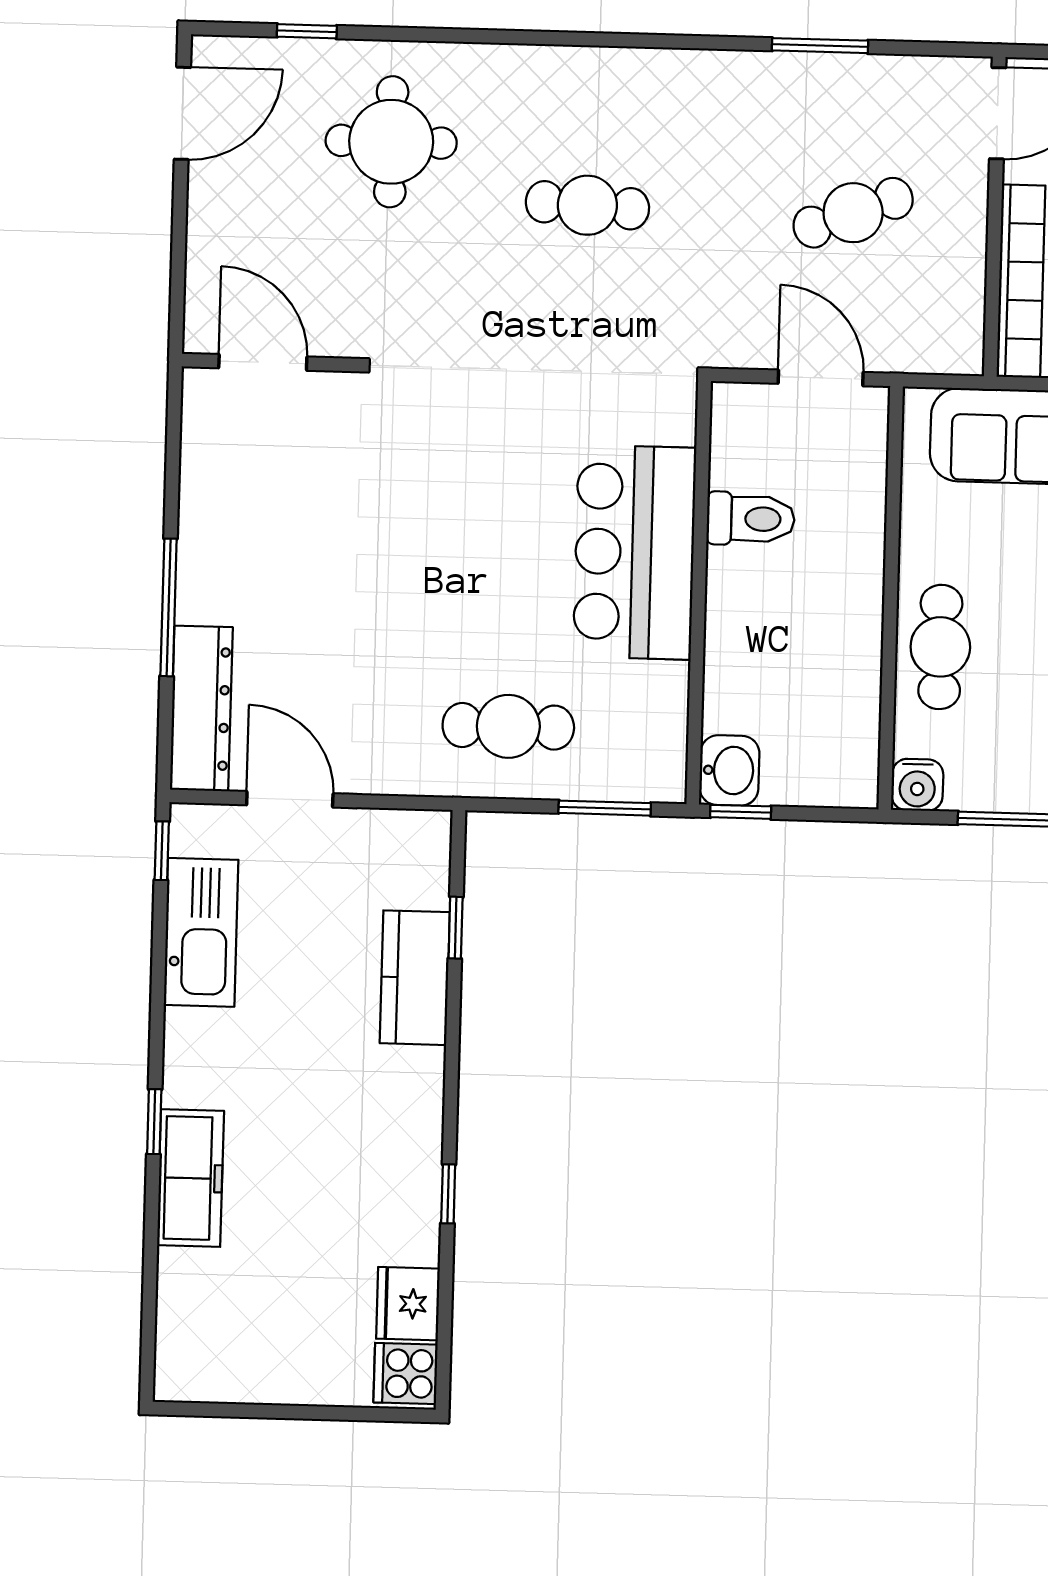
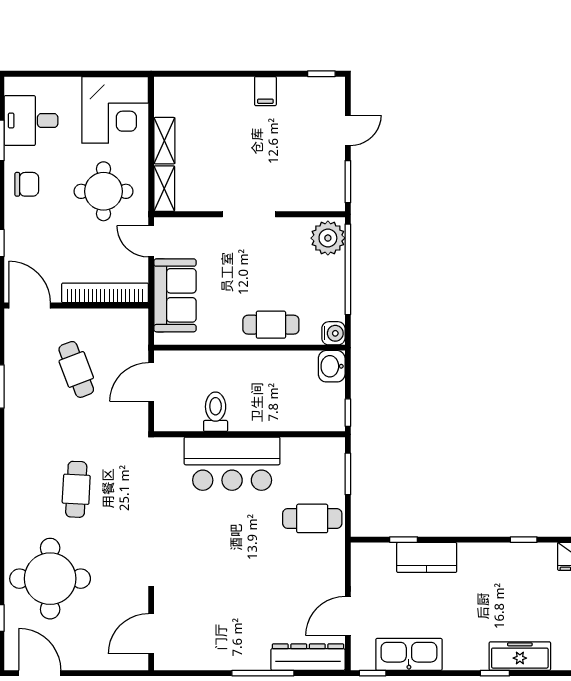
round table: (391, 142) -> (50, 579), width x1.36, depth x1.36
cafe table: (508, 726) -> (312, 518), turned 90
washbasin: (729, 770) -> (332, 366), moved, turned -90

